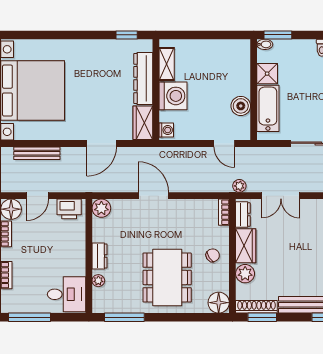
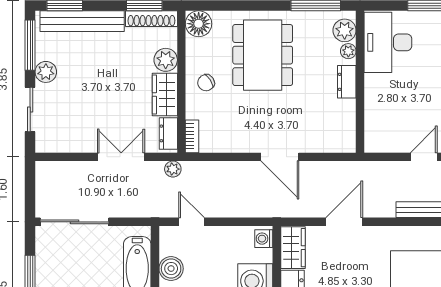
plant: (101, 208) -> (345, 30), moved
printer: (69, 209) -> (385, 140), removed
desk: (67, 294) -> (388, 42), width x1.37

